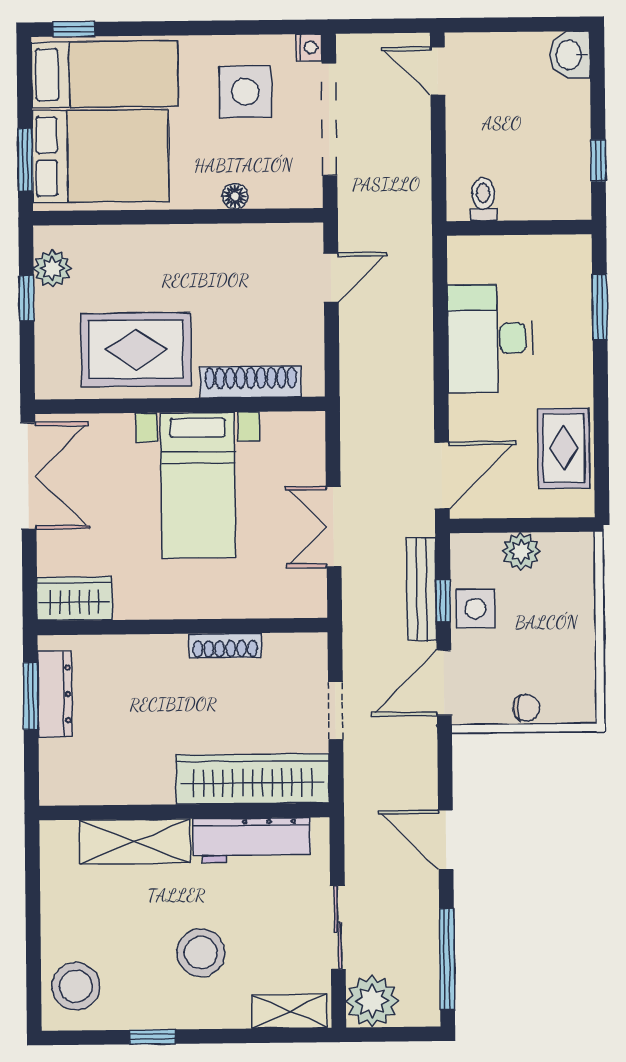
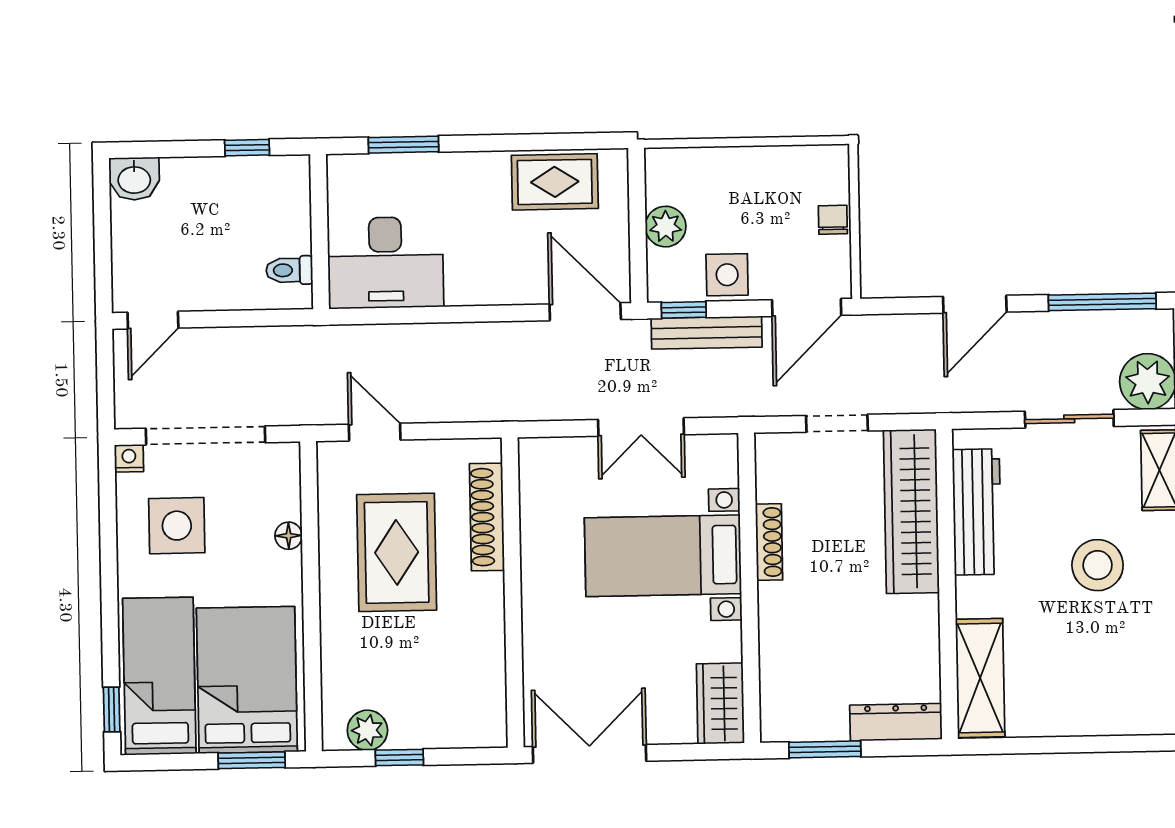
desk: (490, 338) -> (386, 263), moved
rug: (136, 349) -> (397, 552), moved
bed with nightstands: (198, 485) -> (663, 556), moved, turned 180
window: (443, 601) -> (684, 310), moved
door: (444, 683) -> (807, 308), hinge flipped
dresser: (55, 694) -> (896, 722), moved
shelving: (135, 841) -> (980, 678), moved
stool: (76, 986) -> (1135, 699), removed

